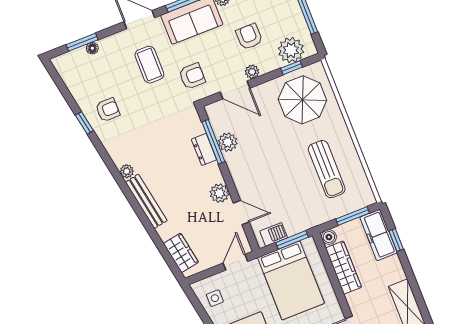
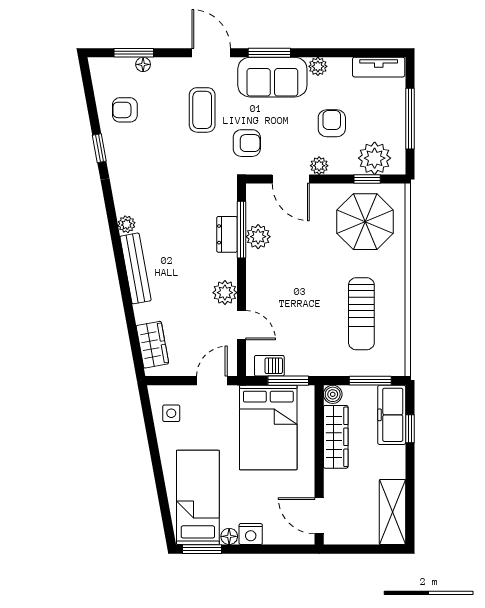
armchair: (108, 110) -> (125, 110), moved, turned 180

